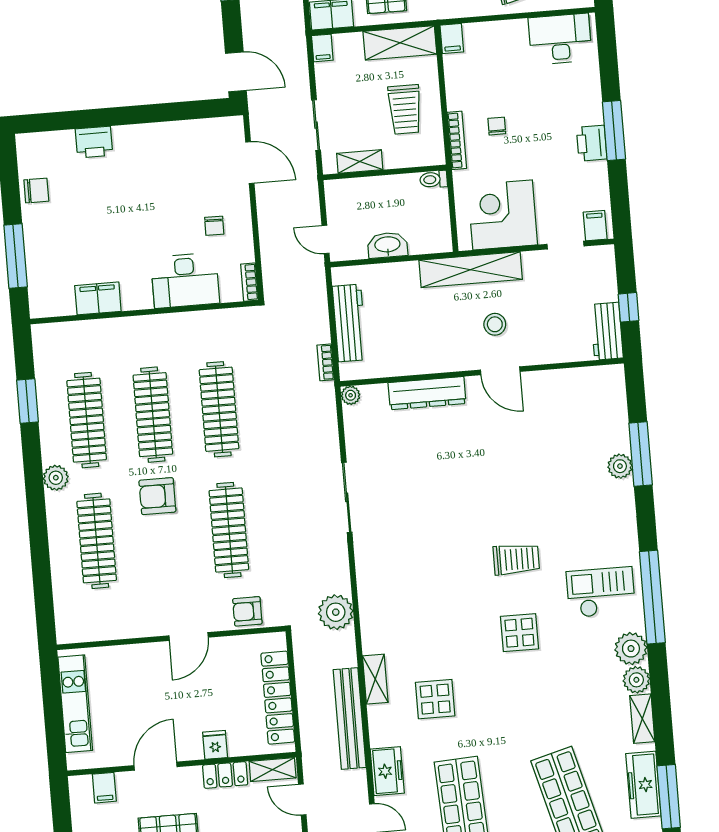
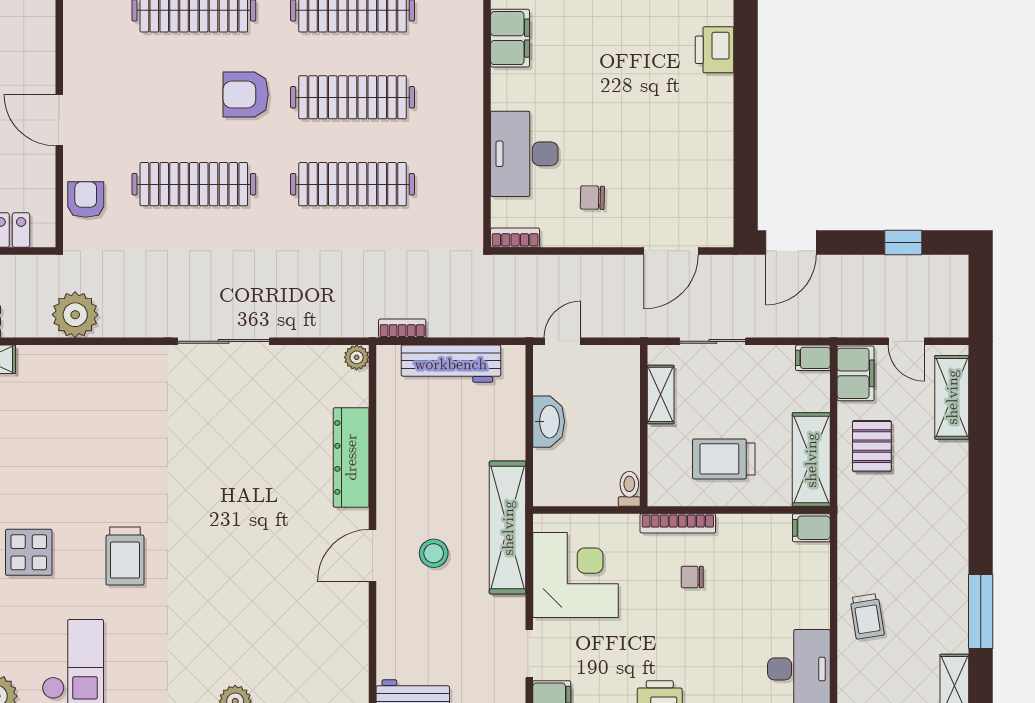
chair: (497, 126) -> (692, 577), turned 180
armchair: (157, 496) -> (246, 94), turned -90

